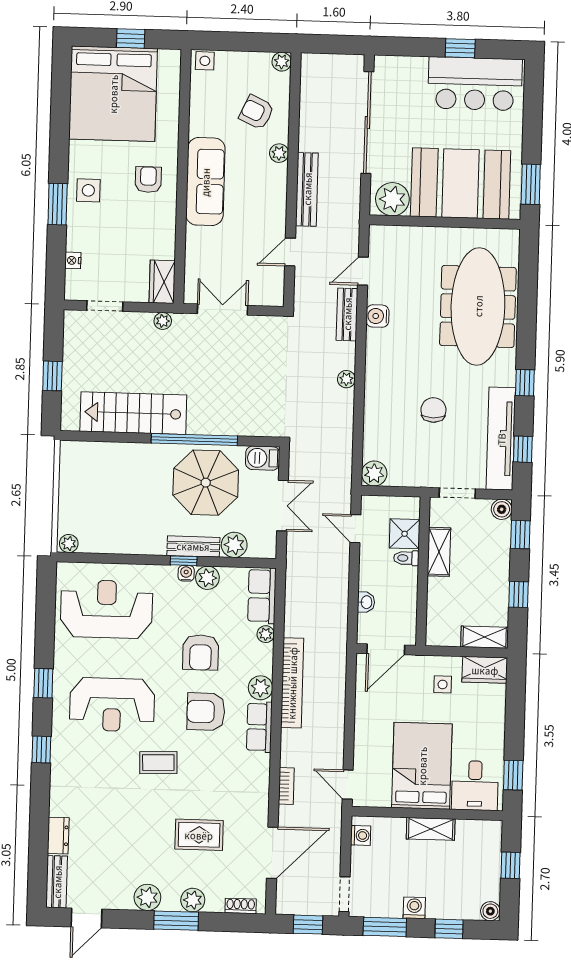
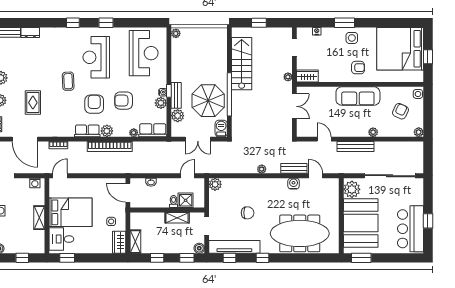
armchair: (257, 112) -> (400, 111), moved

